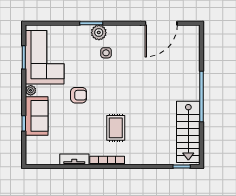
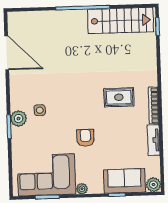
sofa: (37, 116) -> (124, 181), moved
plant: (32, 158) -> (153, 185), added

